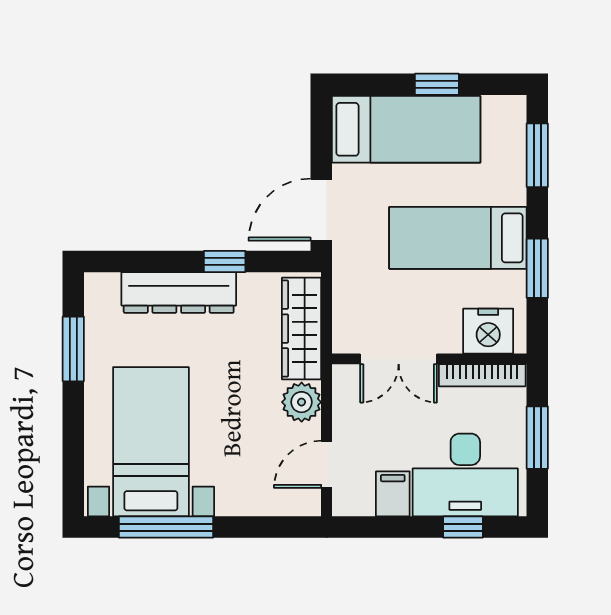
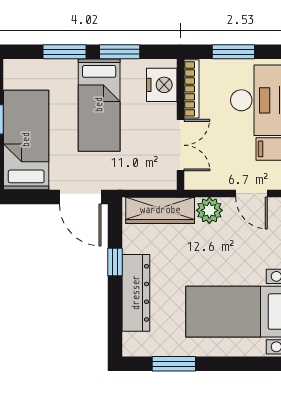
window: (537, 155) -> (65, 52), moved

